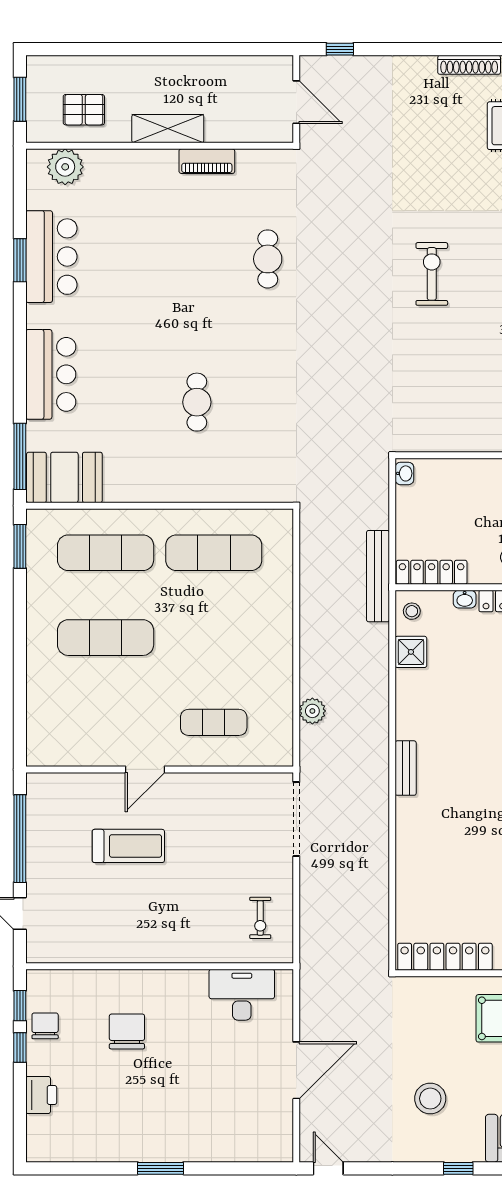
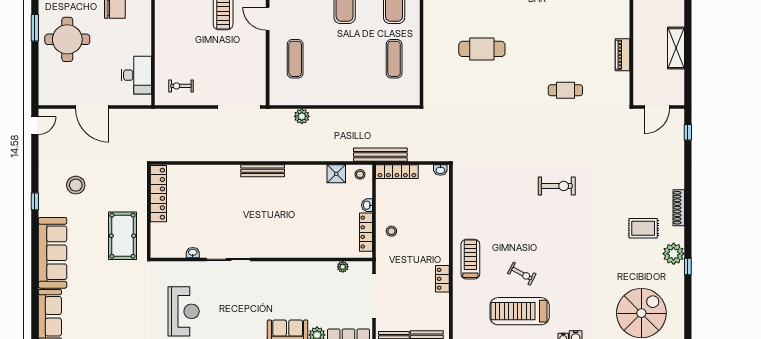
shelving: (168, 129) -> (676, 48), moved
cafe table: (197, 402) -> (482, 49), width x1.37, depth x1.35
exercise mat: (214, 553) -> (394, 59), width x0.73, depth x0.69
locker: (432, 572) -> (397, 172), moved, turned 90
bench: (406, 768) -> (263, 171), width x1.36
round table: (180, 1113) -> (67, 39), added

